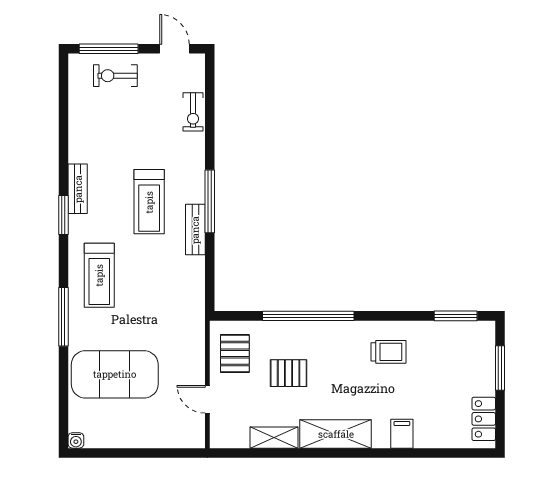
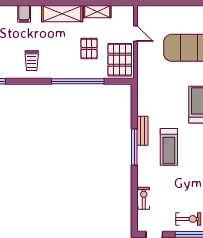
treadmill: (149, 202) -> (169, 147), turned 180
trolley: (388, 352) -> (32, 61), turned -90
pallet: (235, 354) -> (120, 60), width x1.50, depth x1.42
pallet: (289, 373) -> (89, 49), turned 90

